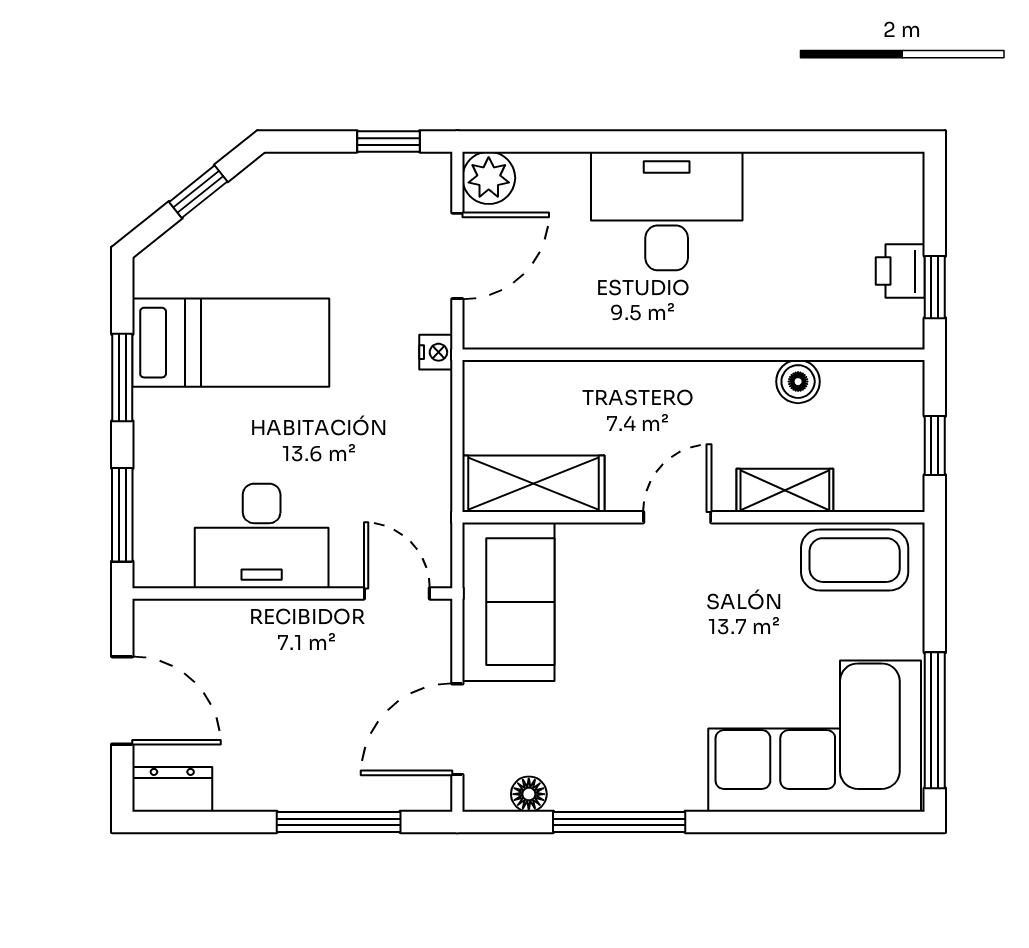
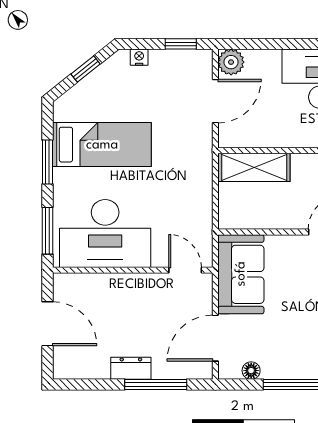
nightstand: (436, 352) -> (139, 57), moved, turned -90
shelving: (533, 484) -> (254, 167), moved
desk: (262, 536) -> (105, 233), width x1.36, depth x1.30
dresser: (172, 789) -> (131, 368), moved

